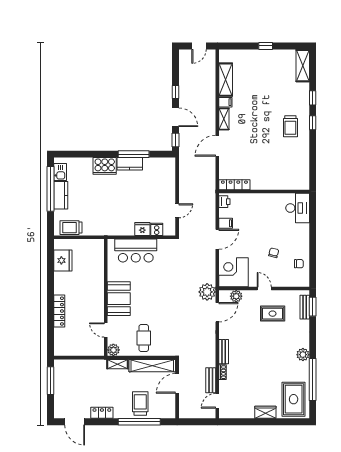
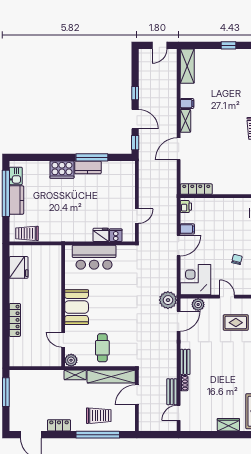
shelving: (226, 80) -> (187, 66), moved
trolley: (140, 403) -> (99, 416), turned 90

